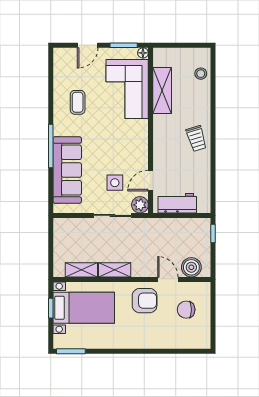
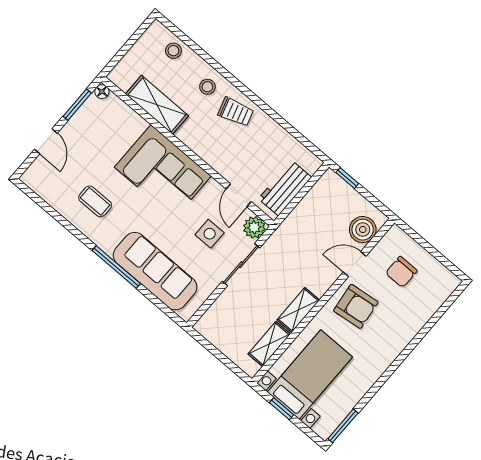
corner sofa: (127, 89) -> (163, 172), moved
stool: (197, 110) -> (207, 87), added
armchair: (145, 301) -> (356, 306), turned 83

